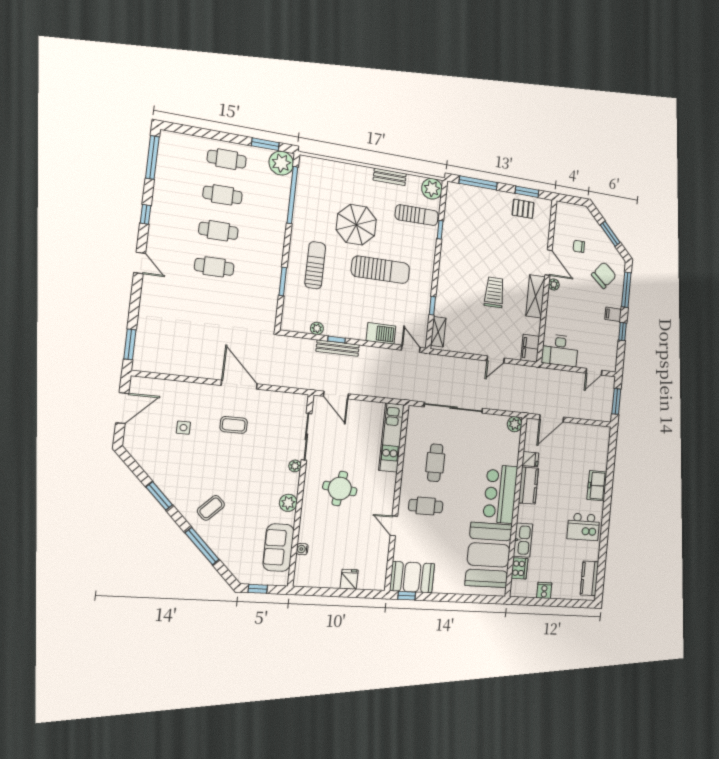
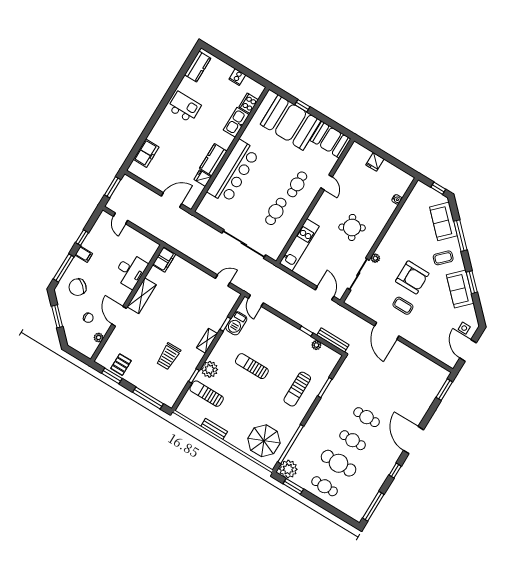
plant: (432, 189) -> (210, 369), moved
cafe table: (223, 195) -> (339, 463), width x1.37, depth x1.35
pallet: (523, 209) -> (121, 365), turned 90
parasol: (356, 225) -> (264, 441), moved
door: (140, 263) -> (414, 440), width x1.88
sun lounger: (380, 270) -> (252, 366), width x0.73, depth x0.75
plant: (554, 284) -> (99, 338), moved
trolley: (494, 292) -> (168, 356), moved
shelving: (438, 332) -> (207, 341), moved
barbecue: (381, 333) -> (236, 323), moved, turned -90
bench: (338, 348) -> (333, 340), moved
desk: (560, 350) -> (130, 271), moved, turned 90
door: (496, 359) -> (223, 280), moved
door: (594, 372) -> (121, 218), swing flipped
door: (122, 408) -> (468, 350), hinge flipped
plant: (515, 424) -> (203, 210), removed
side table: (183, 428) -> (464, 328), moved
armchair: (238, 465) -> (412, 277), added
sofa: (170, 480) -> (460, 289), added
freezer: (597, 486) -> (146, 153), moved
round table: (340, 489) -> (352, 227), turned -37
bar counter: (500, 494) -> (234, 172), width x1.36
plant: (288, 503) -> (391, 236), removed
cafe table: (426, 506) -> (297, 184), turned 90
sofa: (278, 547) -> (444, 221), moved, turned 135
booth: (489, 555) -> (291, 122), moved, turned 90
window: (407, 596) -> (302, 106), moved

